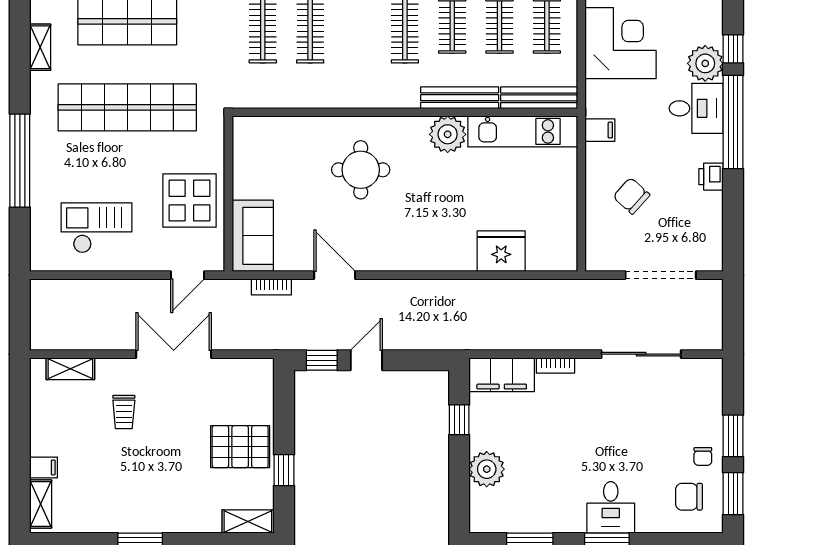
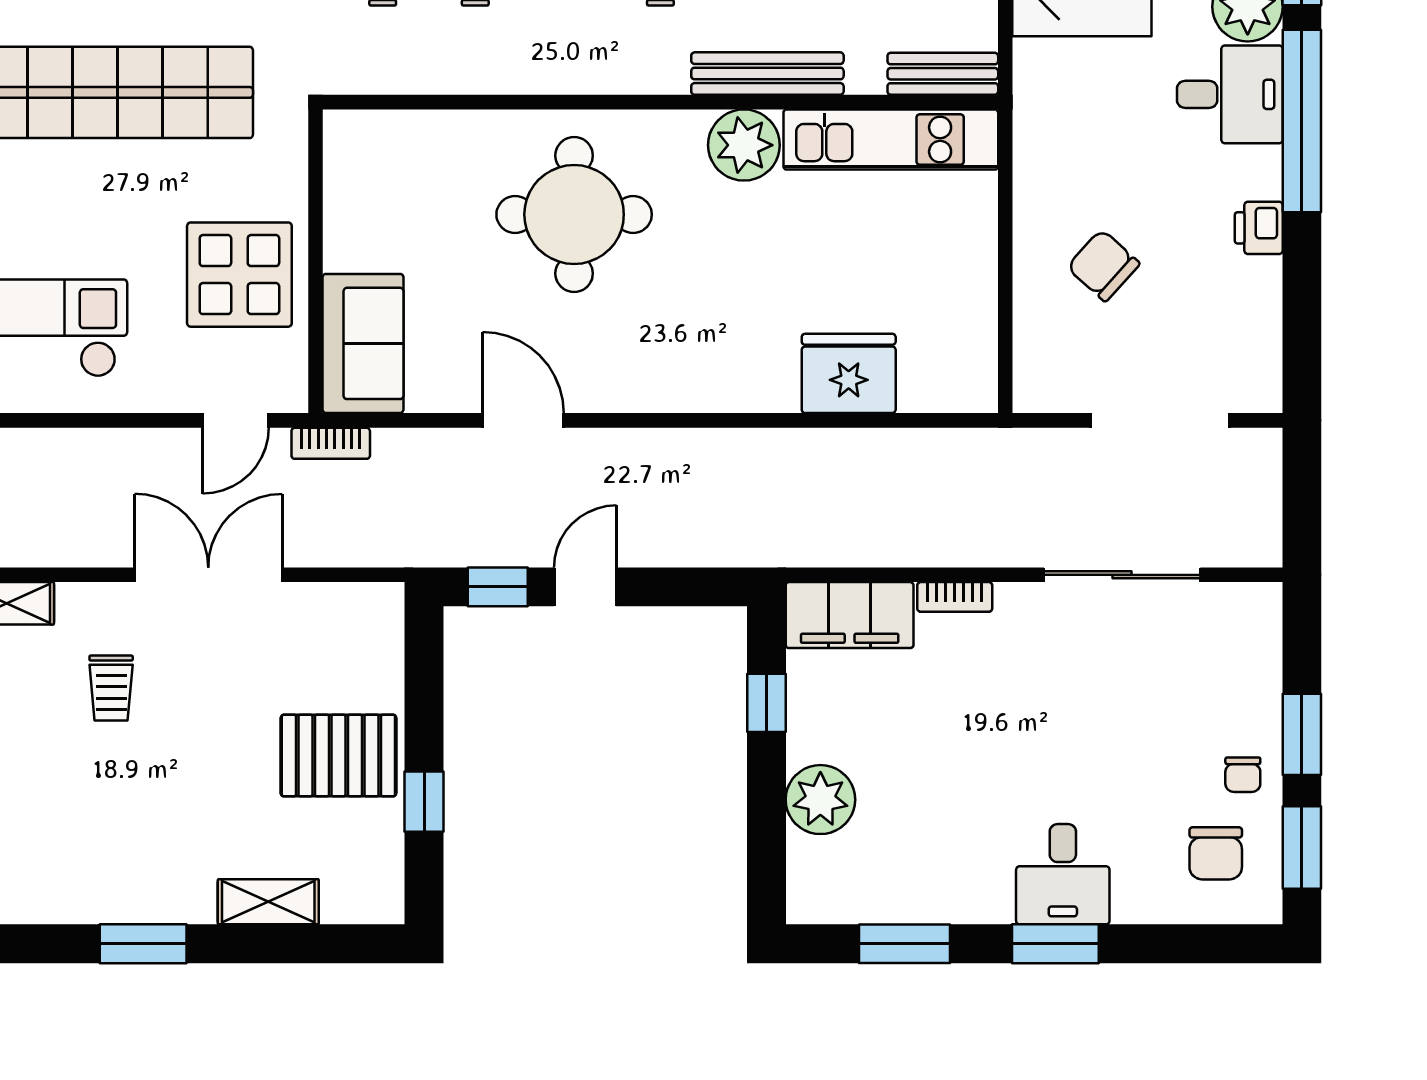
bench: (539, 98) -> (943, 74), width x0.73
filing cabinet: (600, 130) -> (1042, 137), removed
round table: (361, 170) -> (574, 214), width x1.36, depth x1.36
bookcase: (271, 287) -> (331, 443), moved
chair: (689, 497) -> (1216, 853), turned -90
shelving: (248, 521) -> (268, 902), moved

